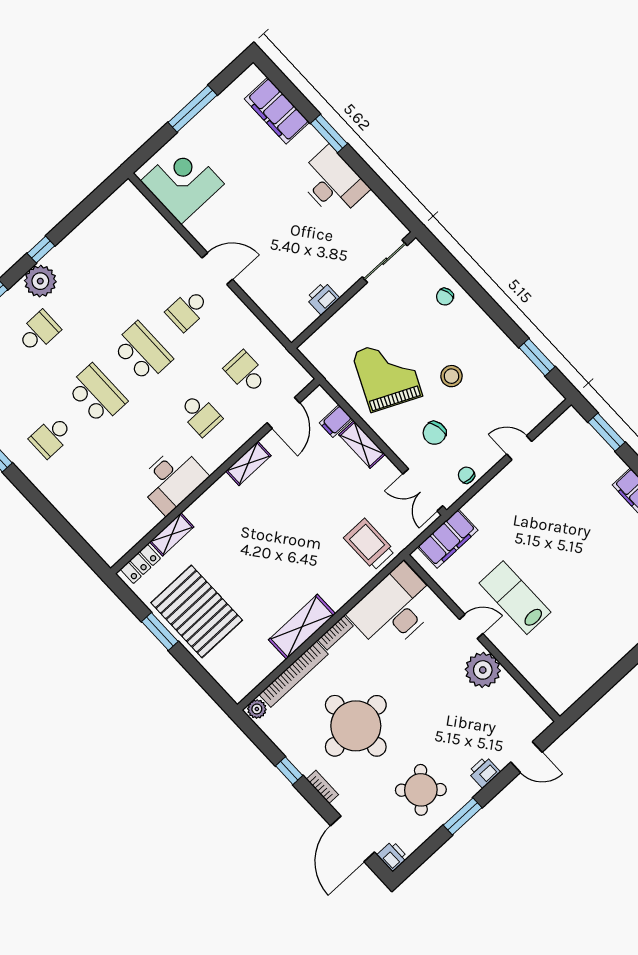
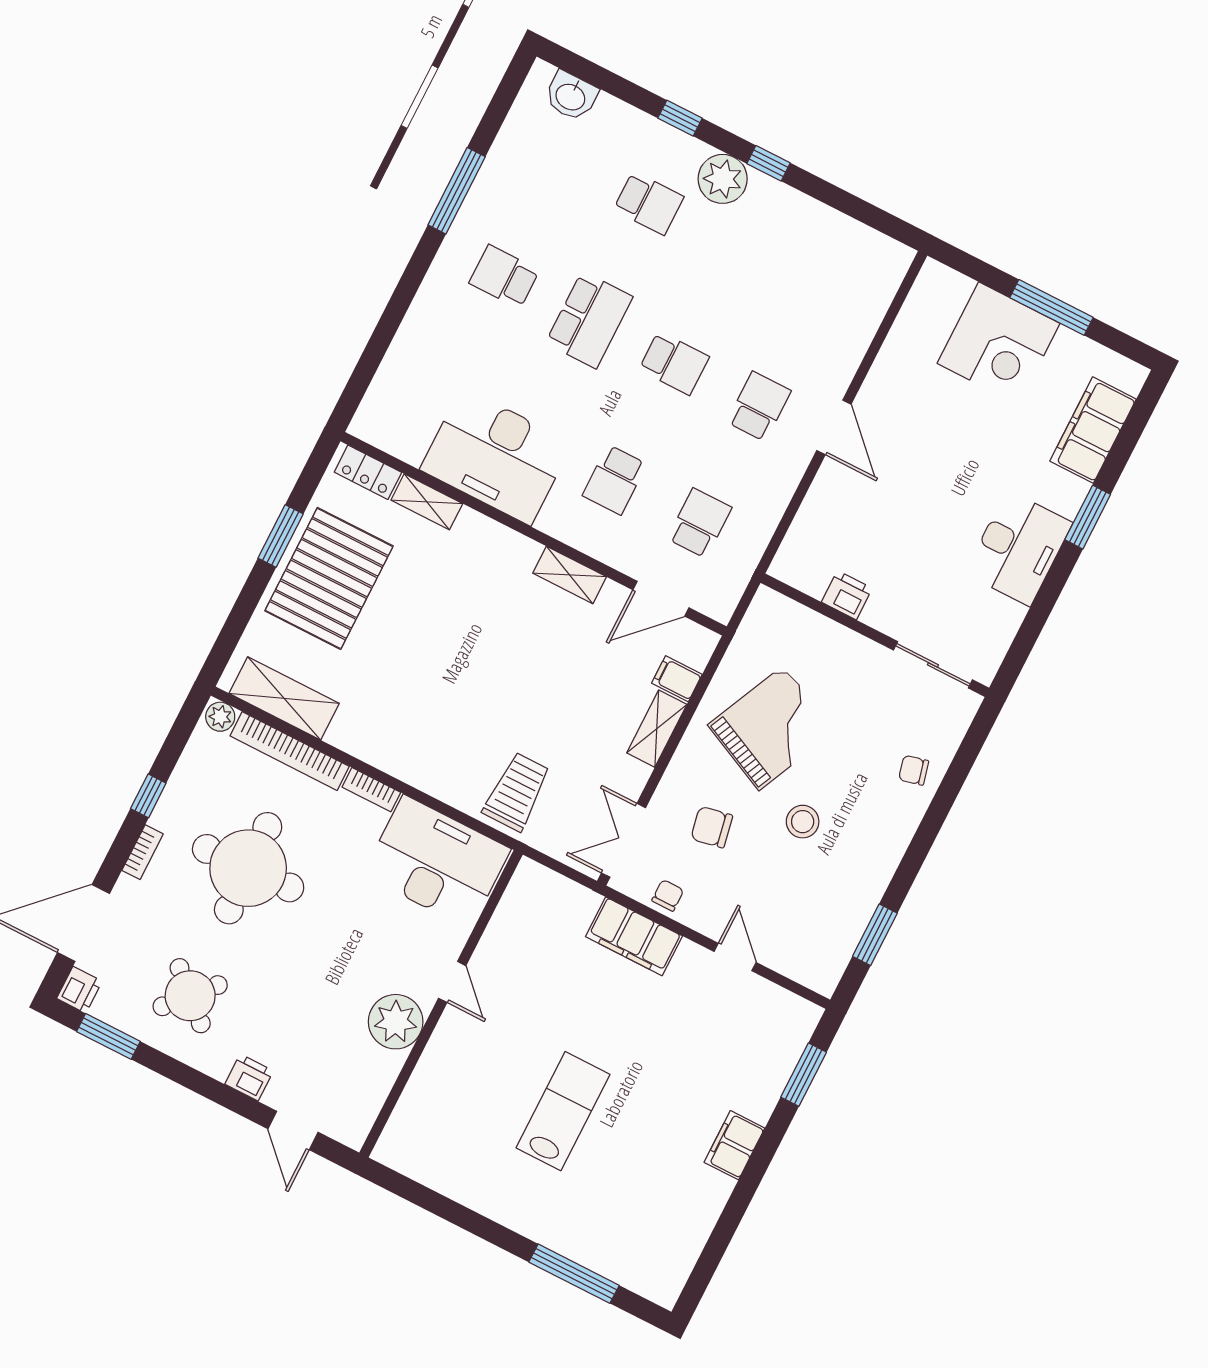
corner desk: (182, 182) -> (999, 343), moved, turned 90
school desk: (188, 310) -> (759, 406), turned 90
school desk: (142, 352) -> (674, 363), width x0.54
desk: (172, 480) -> (496, 456), width x1.36, depth x1.30
filing cabinet: (448, 539) -> (634, 936), moved
lab bench: (515, 598) -> (563, 1111), moved
shelving: (302, 627) -> (284, 698), moved
window: (463, 816) -> (108, 1036), moved

